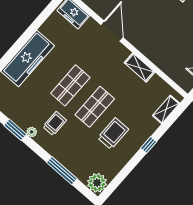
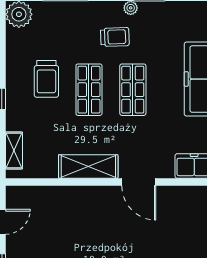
shelving: (139, 67) -> (88, 166), width x1.50, depth x1.33
trolley: (55, 123) -> (115, 37), turned -92

